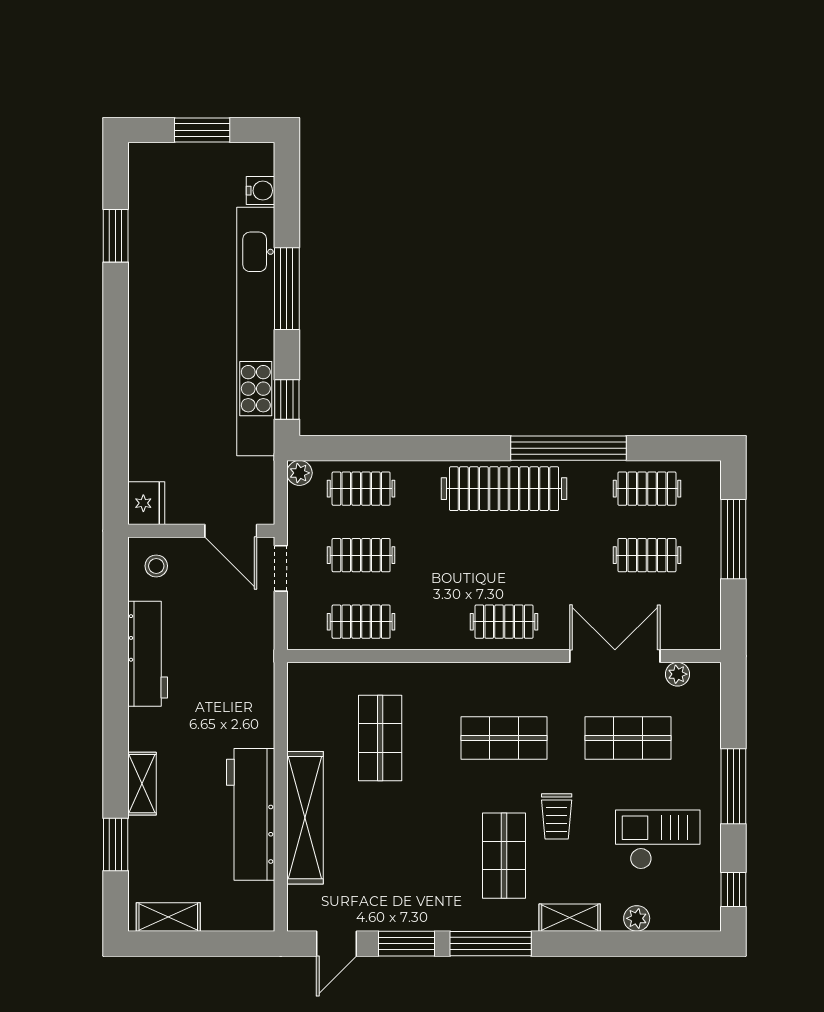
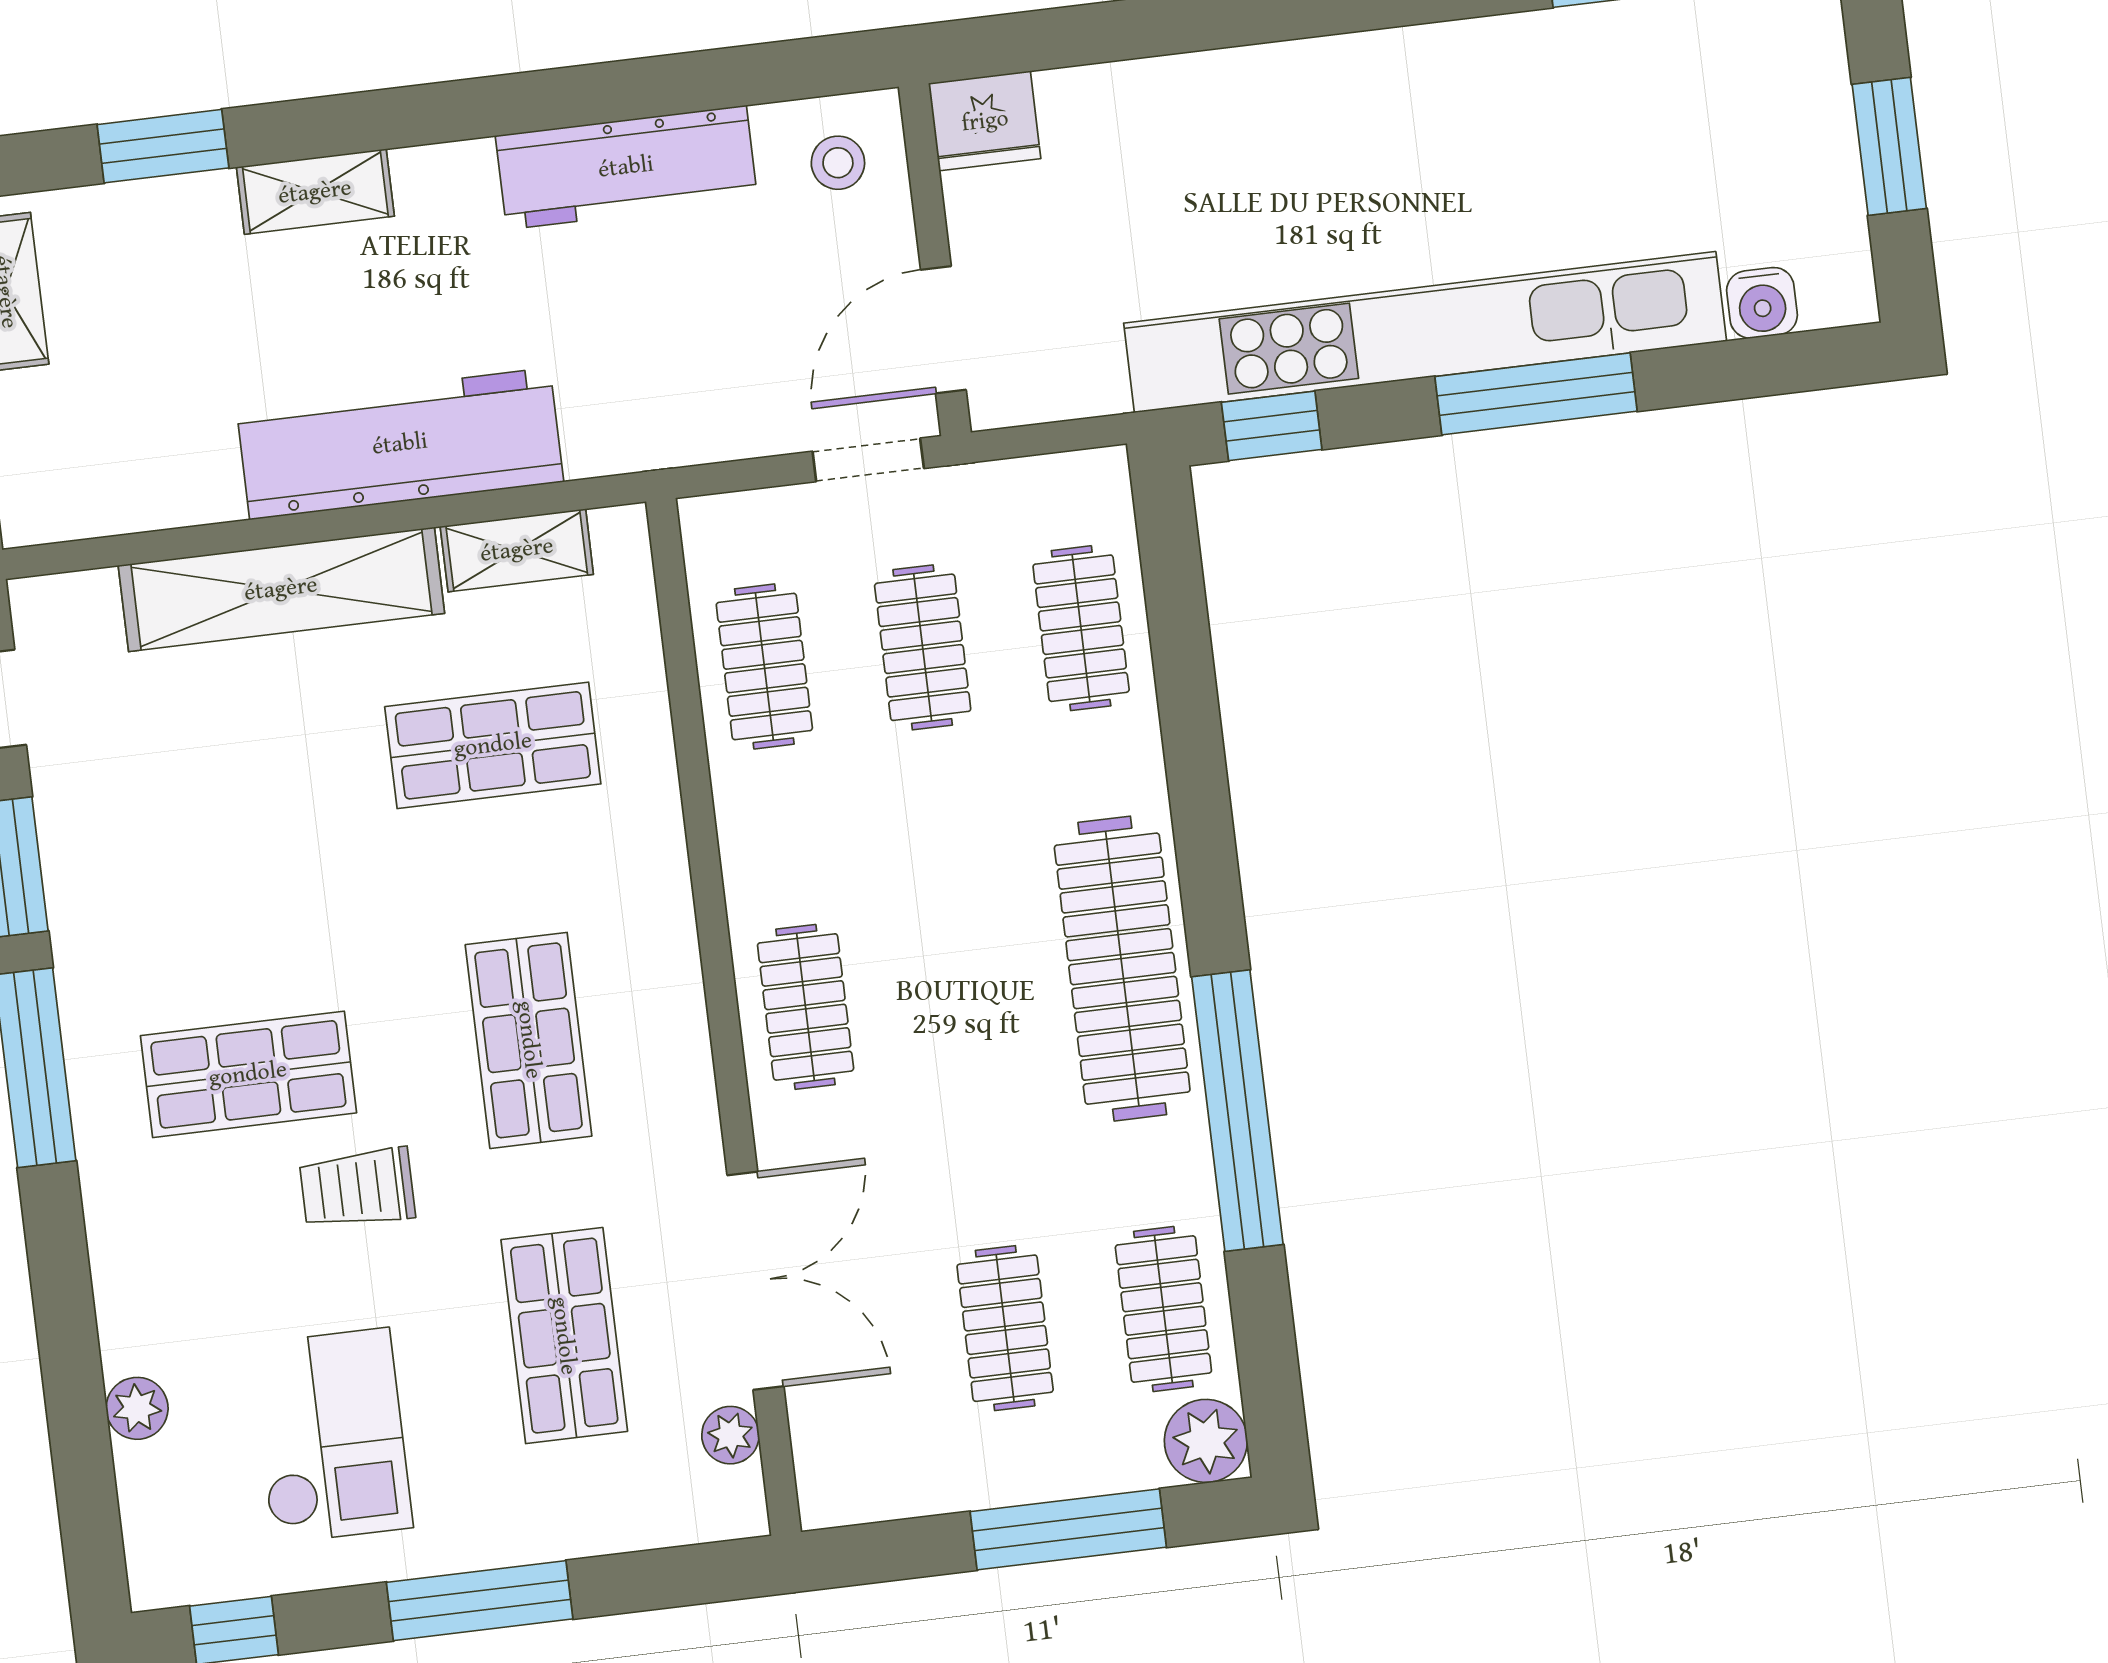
plant: (299, 473) -> (1206, 1441), moved, width x1.38, depth x1.38
workbench: (251, 814) -> (400, 444), moved
shelving: (570, 918) -> (517, 550), moved, turned 90

